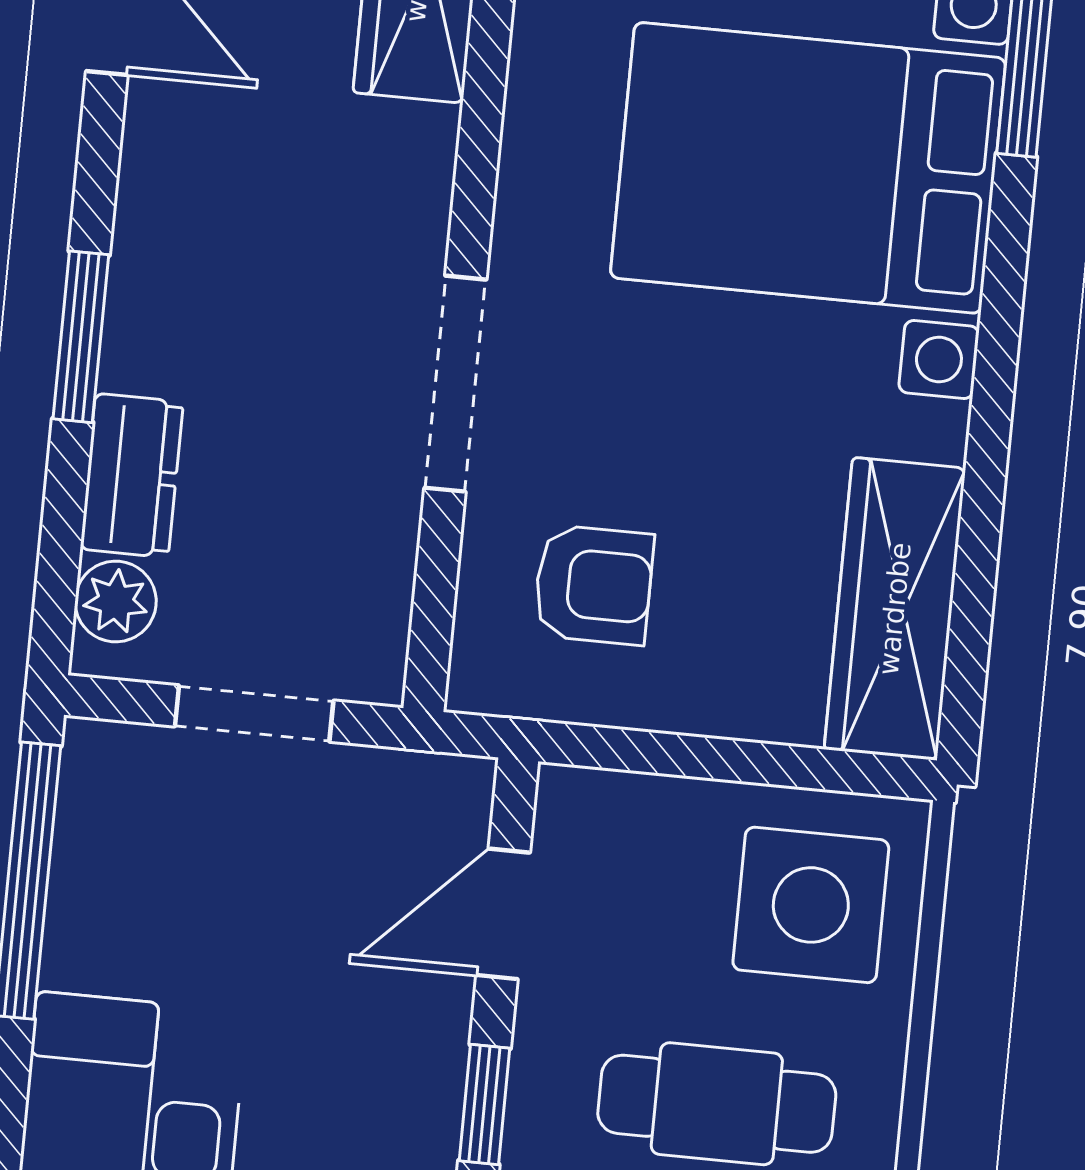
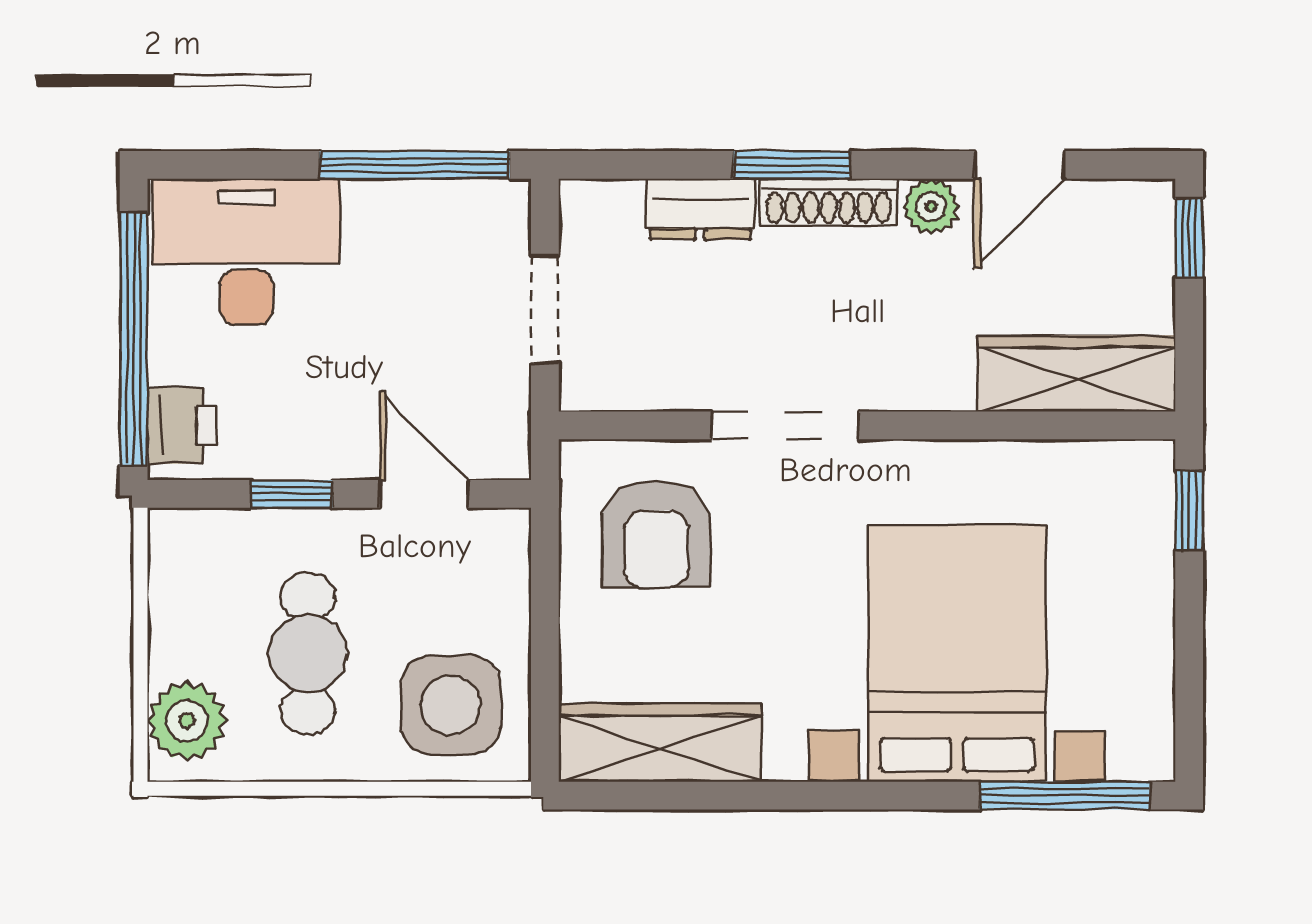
shoe rack: (140, 289) -> (829, 202), added
armchair: (594, 585) -> (656, 534), width x1.38, depth x1.38
plant: (116, 602) -> (931, 207), moved

